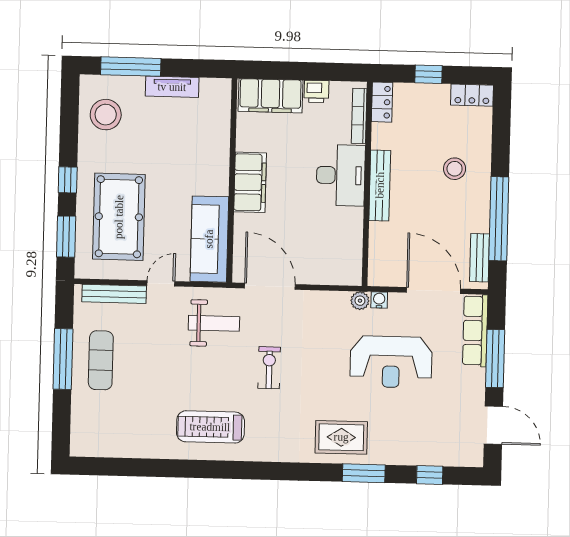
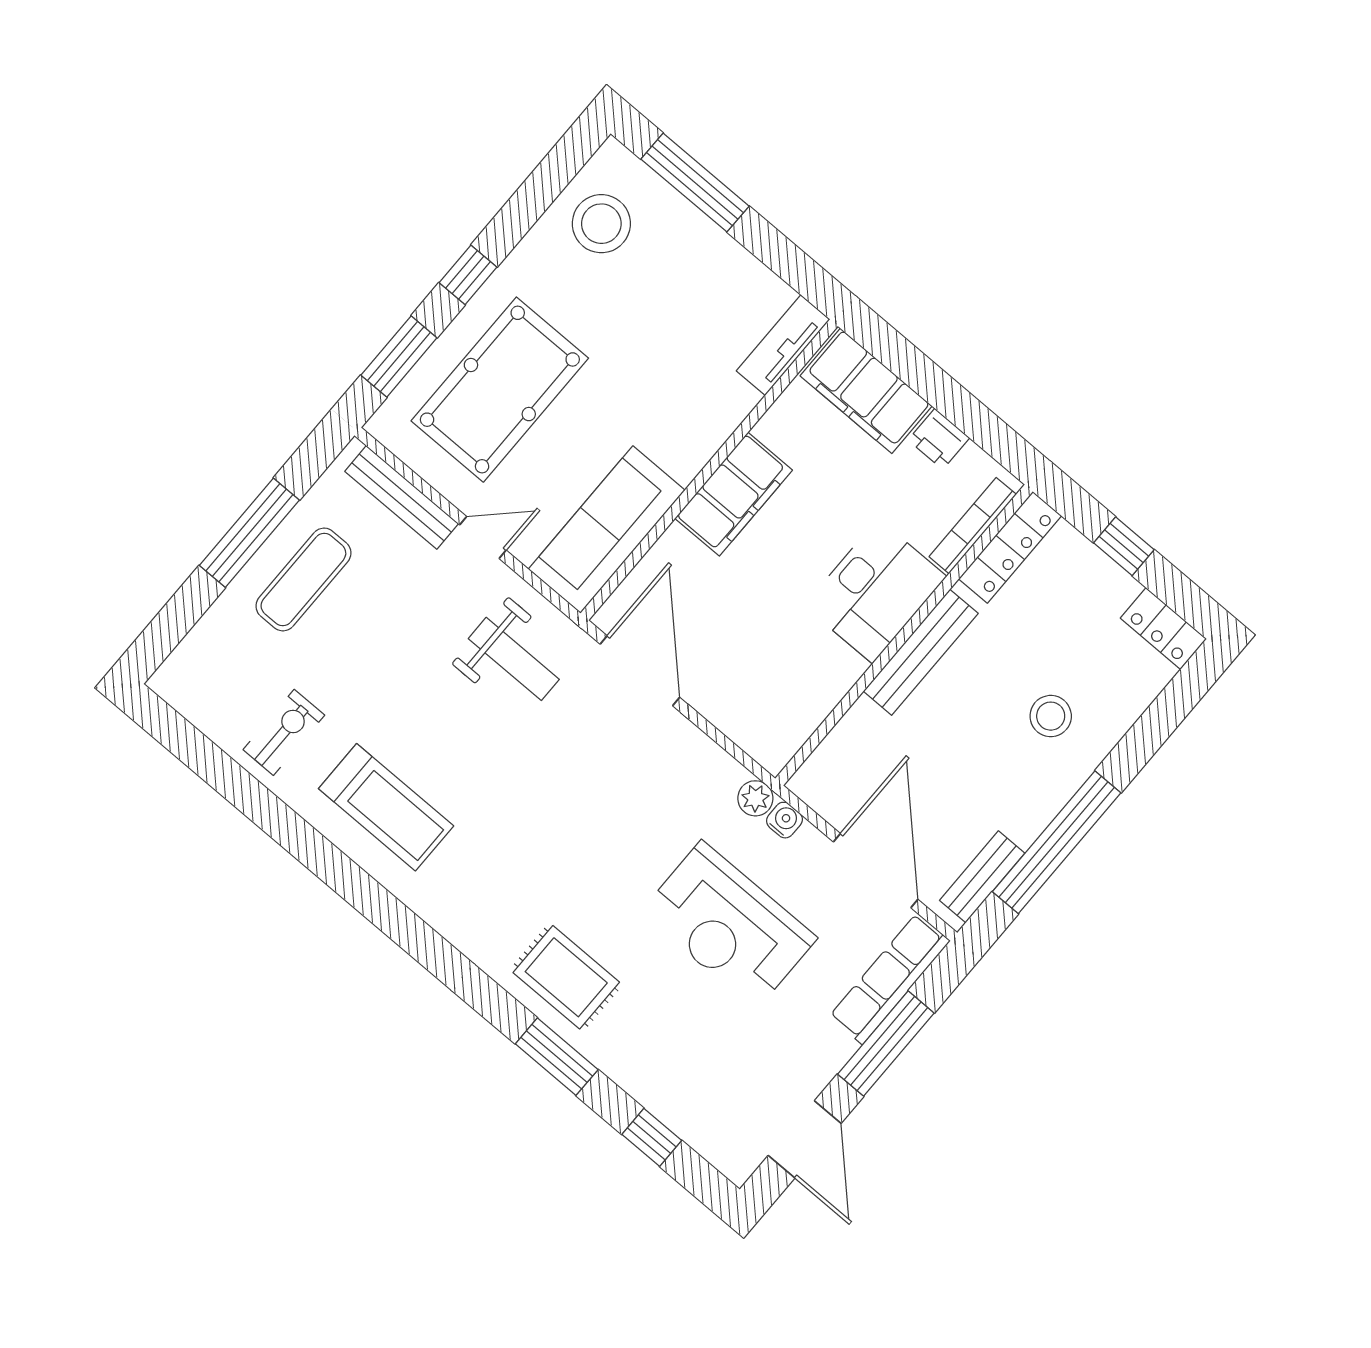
tv unit: (172, 87) -> (783, 345), moved, turned 90
locker: (382, 102) -> (1010, 547), width x1.53
exercise bike: (269, 368) -> (284, 732), moved
treadmill: (210, 427) -> (386, 807), turned 180

